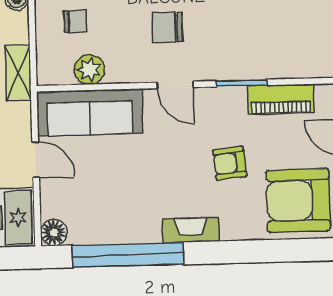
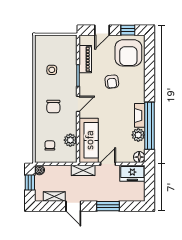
side table: (253, 21) -> (52, 70), added
shelving: (18, 73) -> (83, 170), moved
plant: (106, 229) -> (138, 135), added
fireplace: (191, 230) -> (140, 115), moved

